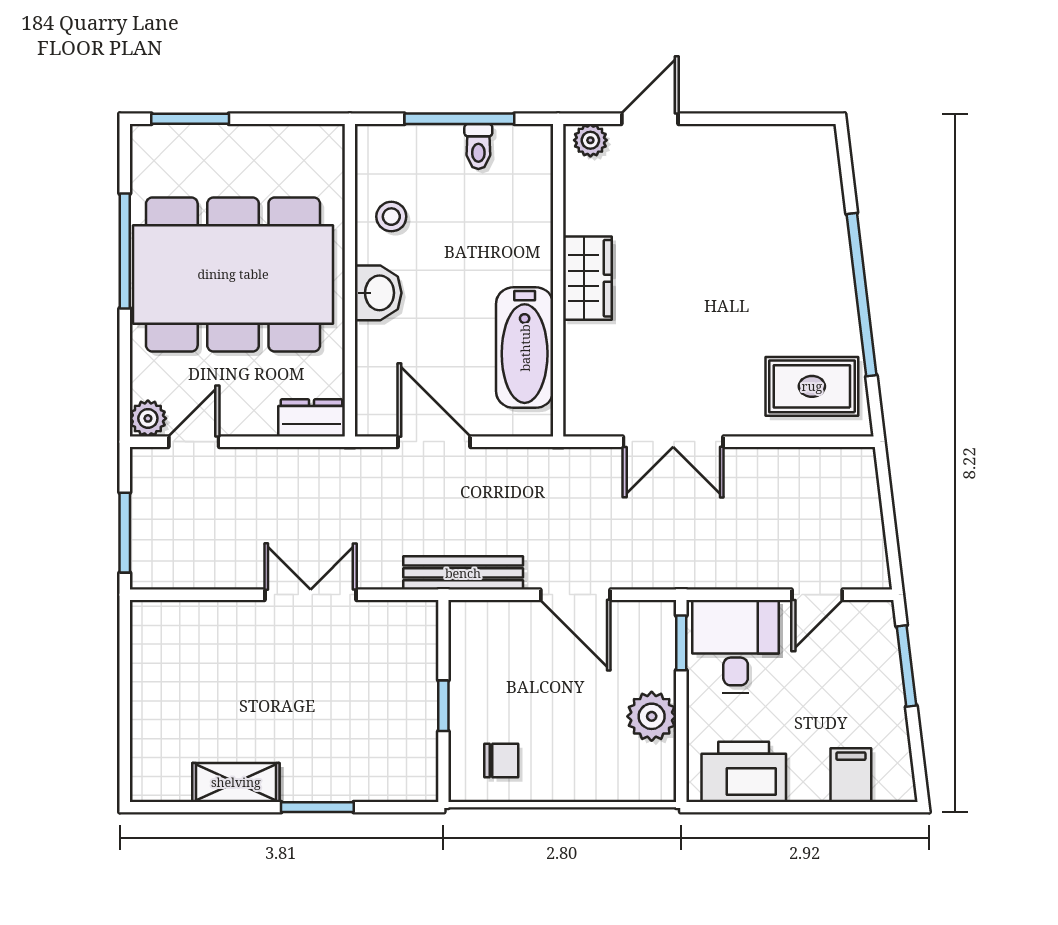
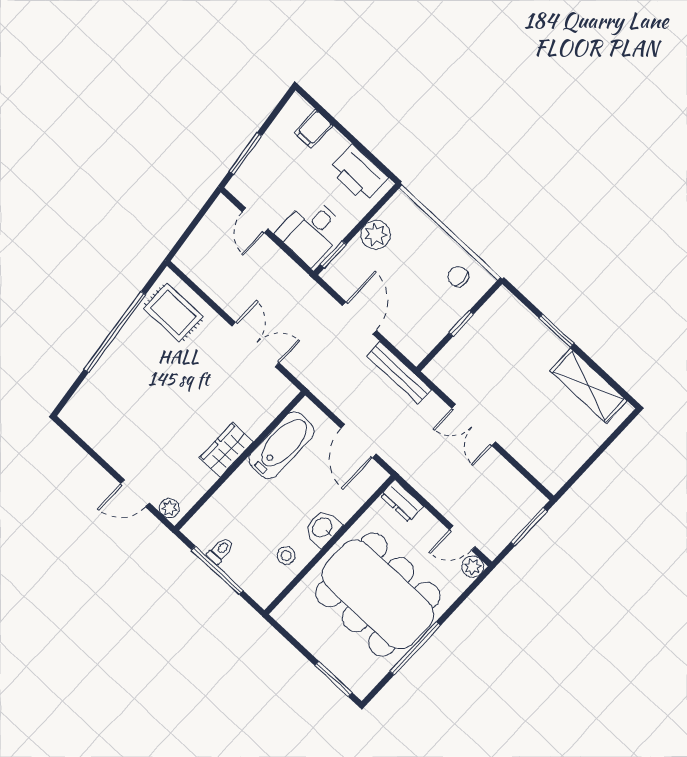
door: (817, 595) -> (255, 220), swing flipped
shelving: (236, 782) -> (588, 386), width x1.50, depth x1.33

